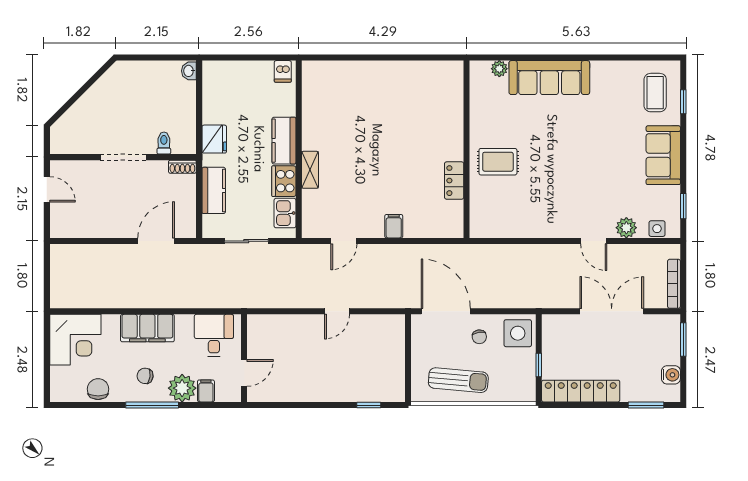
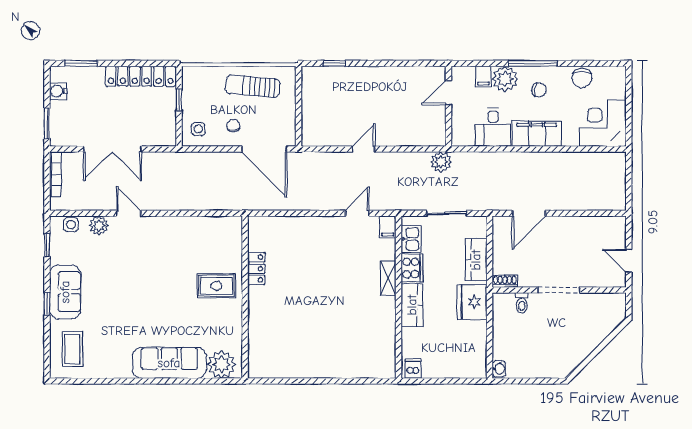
plant: (499, 69) -> (222, 364), width x1.88, depth x1.88
window: (683, 102) -> (47, 304), moved
fridge: (214, 139) -> (472, 302), width x1.36, depth x1.34
filing cabinet: (394, 226) -> (388, 227), moved
plant: (252, 297) -> (441, 162), added
side table: (518, 333) -> (198, 129), width x0.54, depth x0.54
desk: (214, 335) -> (493, 127), moved

